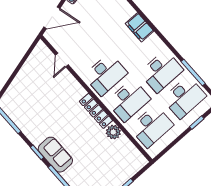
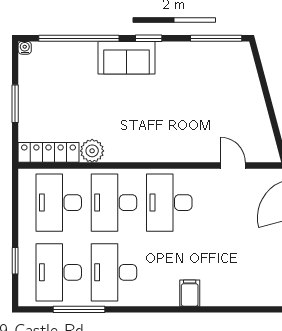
filing cabinet: (140, 27) -> (190, 293), width x0.50
locker: (96, 111) -> (49, 152), moved

